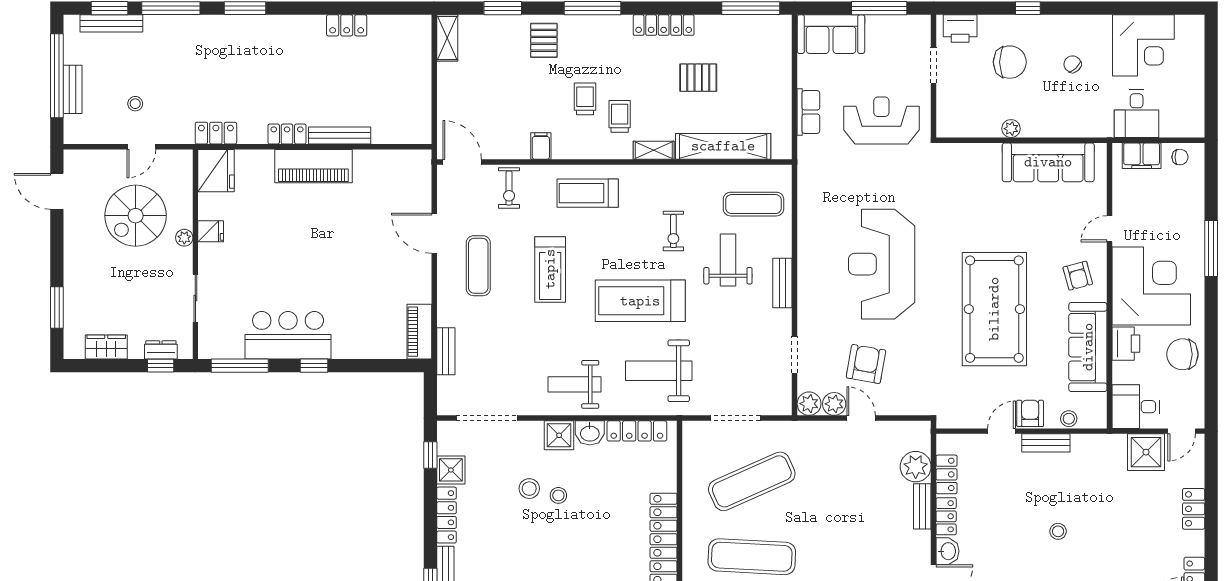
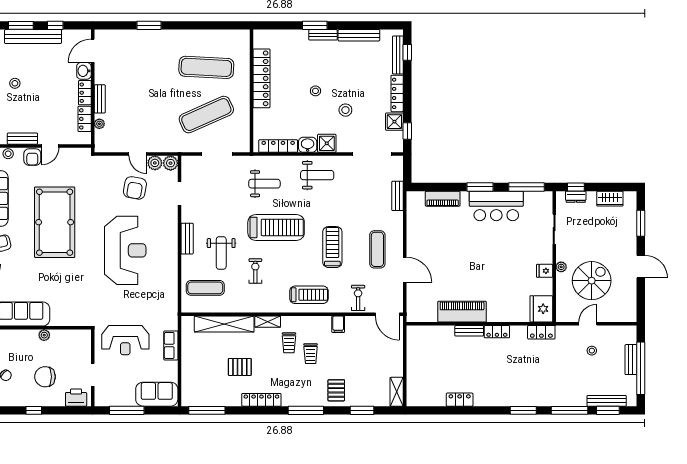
bench: (340, 135) -> (469, 331), width x0.73
piano: (313, 166) -> (462, 312), moved
door: (57, 191) -> (641, 267), moved
piano: (419, 332) -> (443, 199), moved, turned 90
window: (314, 366) -> (480, 187), width x1.50
weight bench: (659, 371) -> (264, 184), width x0.73, depth x0.75
plant: (916, 467) -> (99, 124), width x0.53, depth x0.53
stool: (558, 495) -> (315, 91), moved

